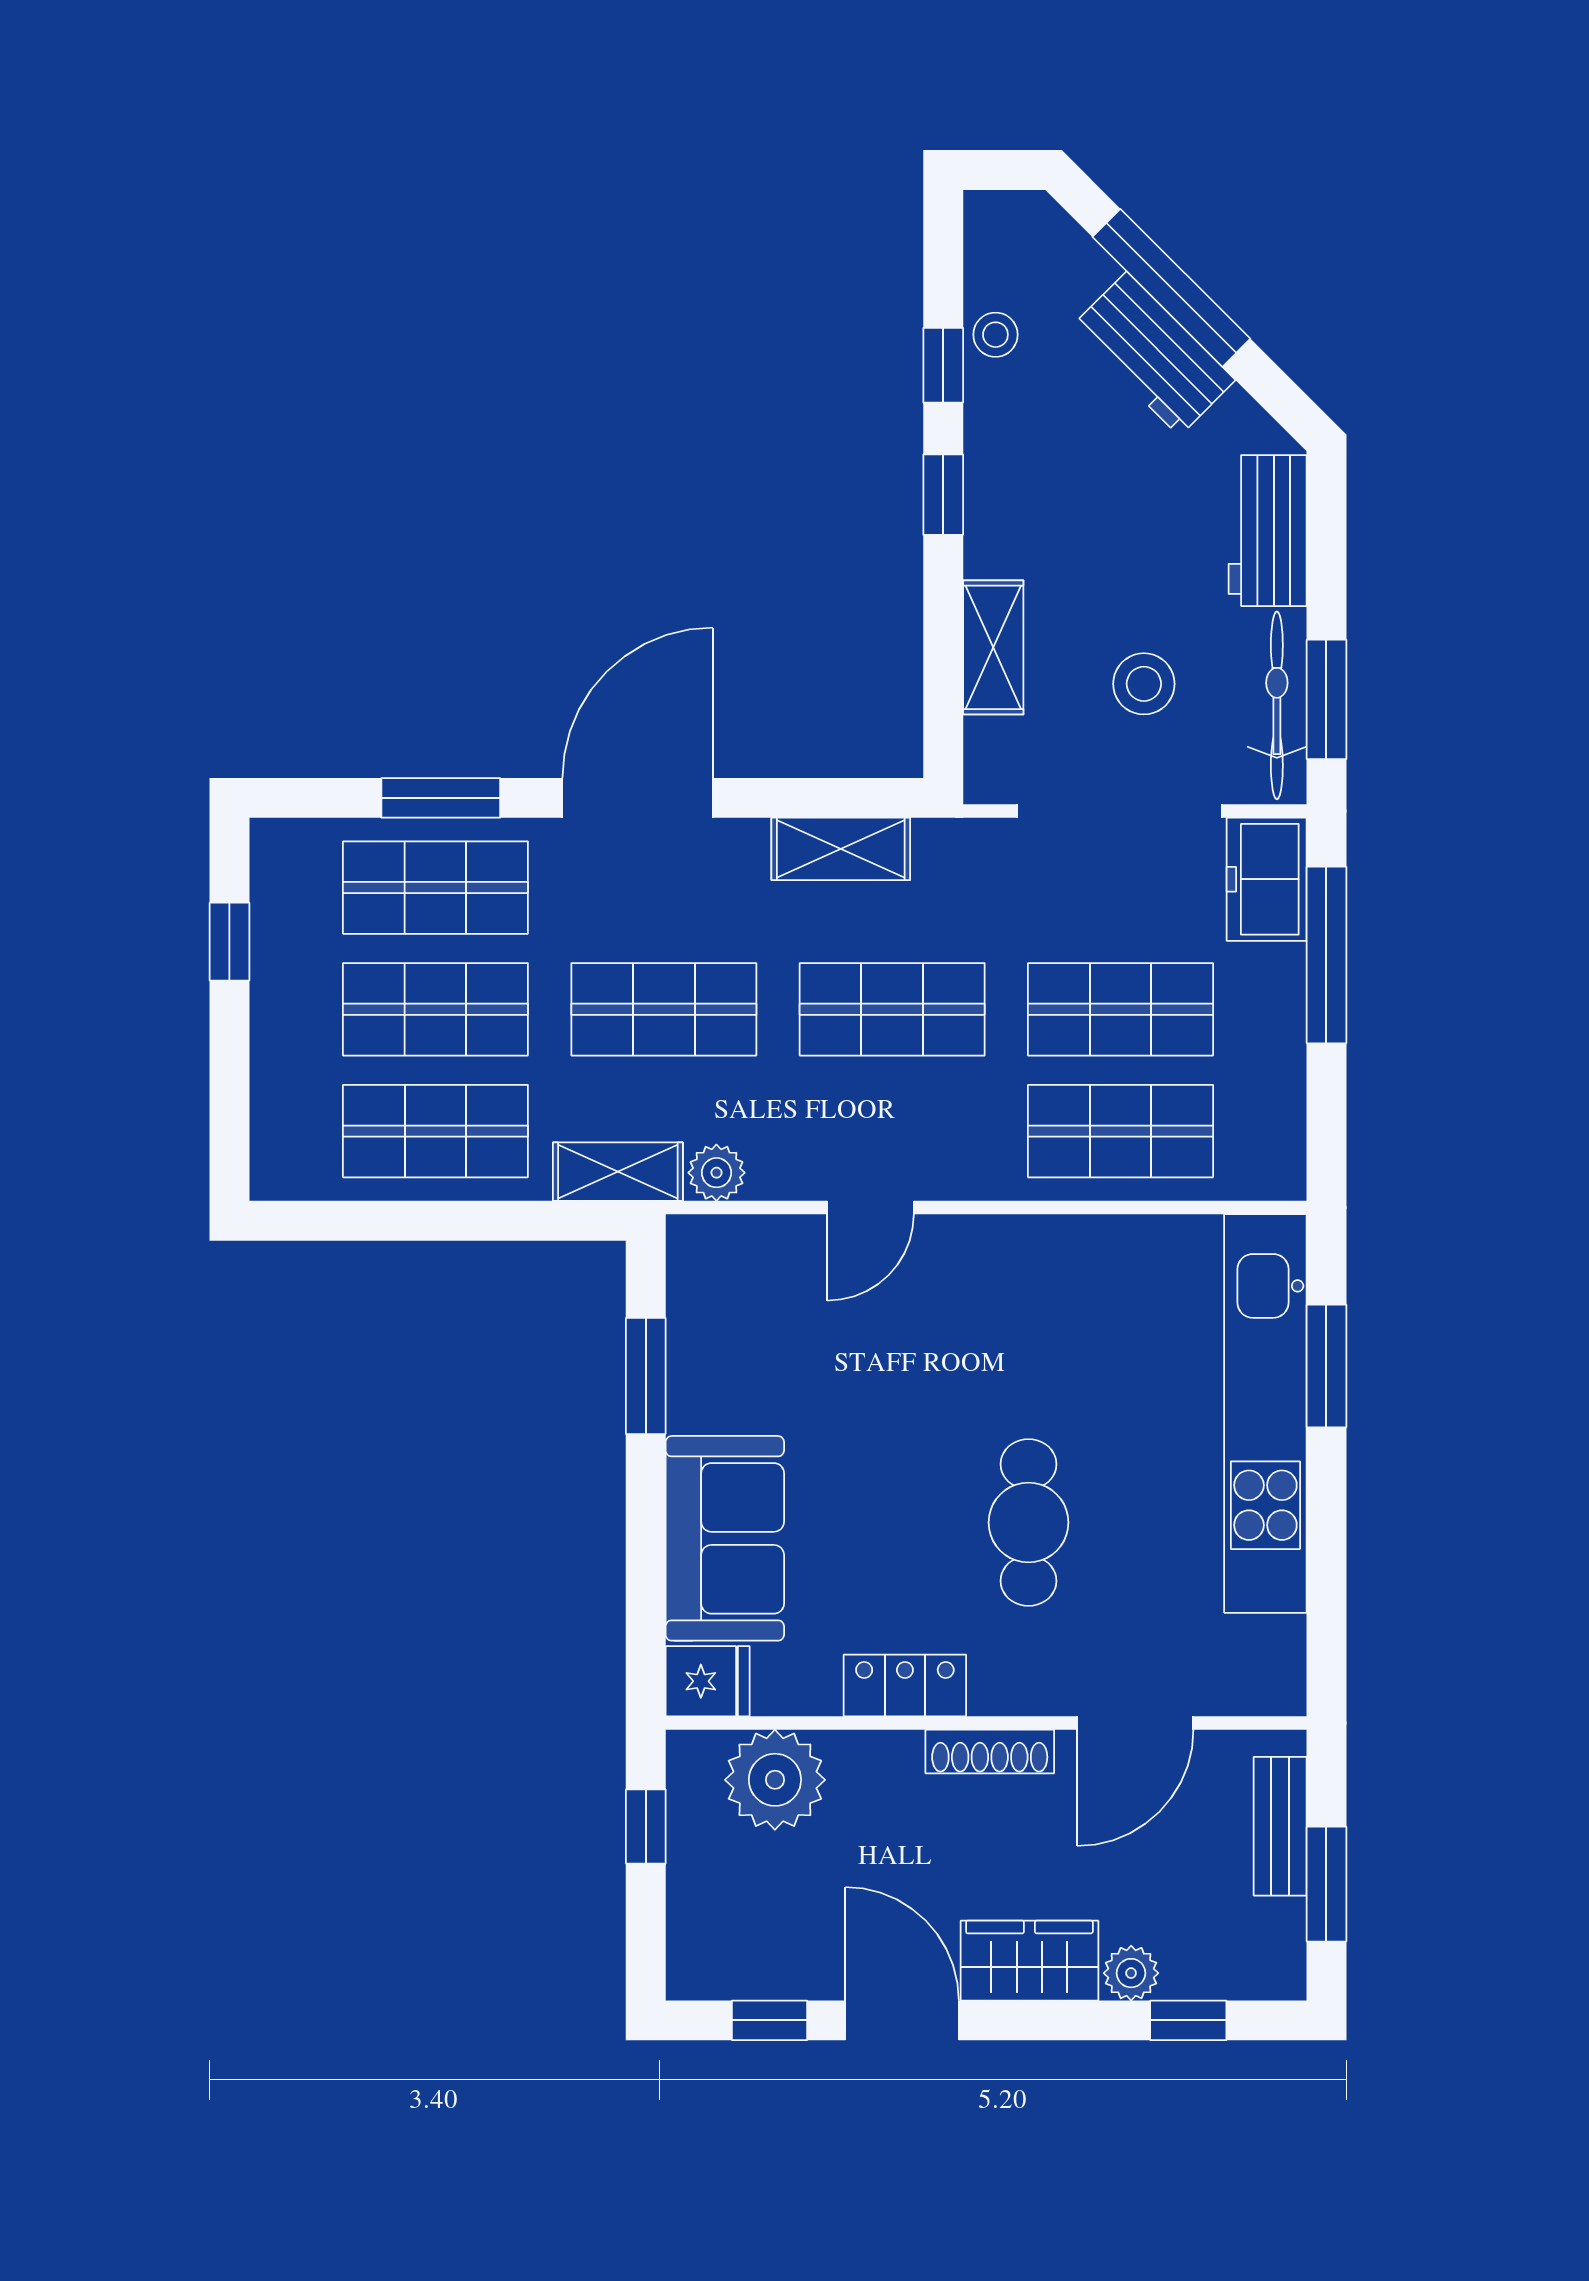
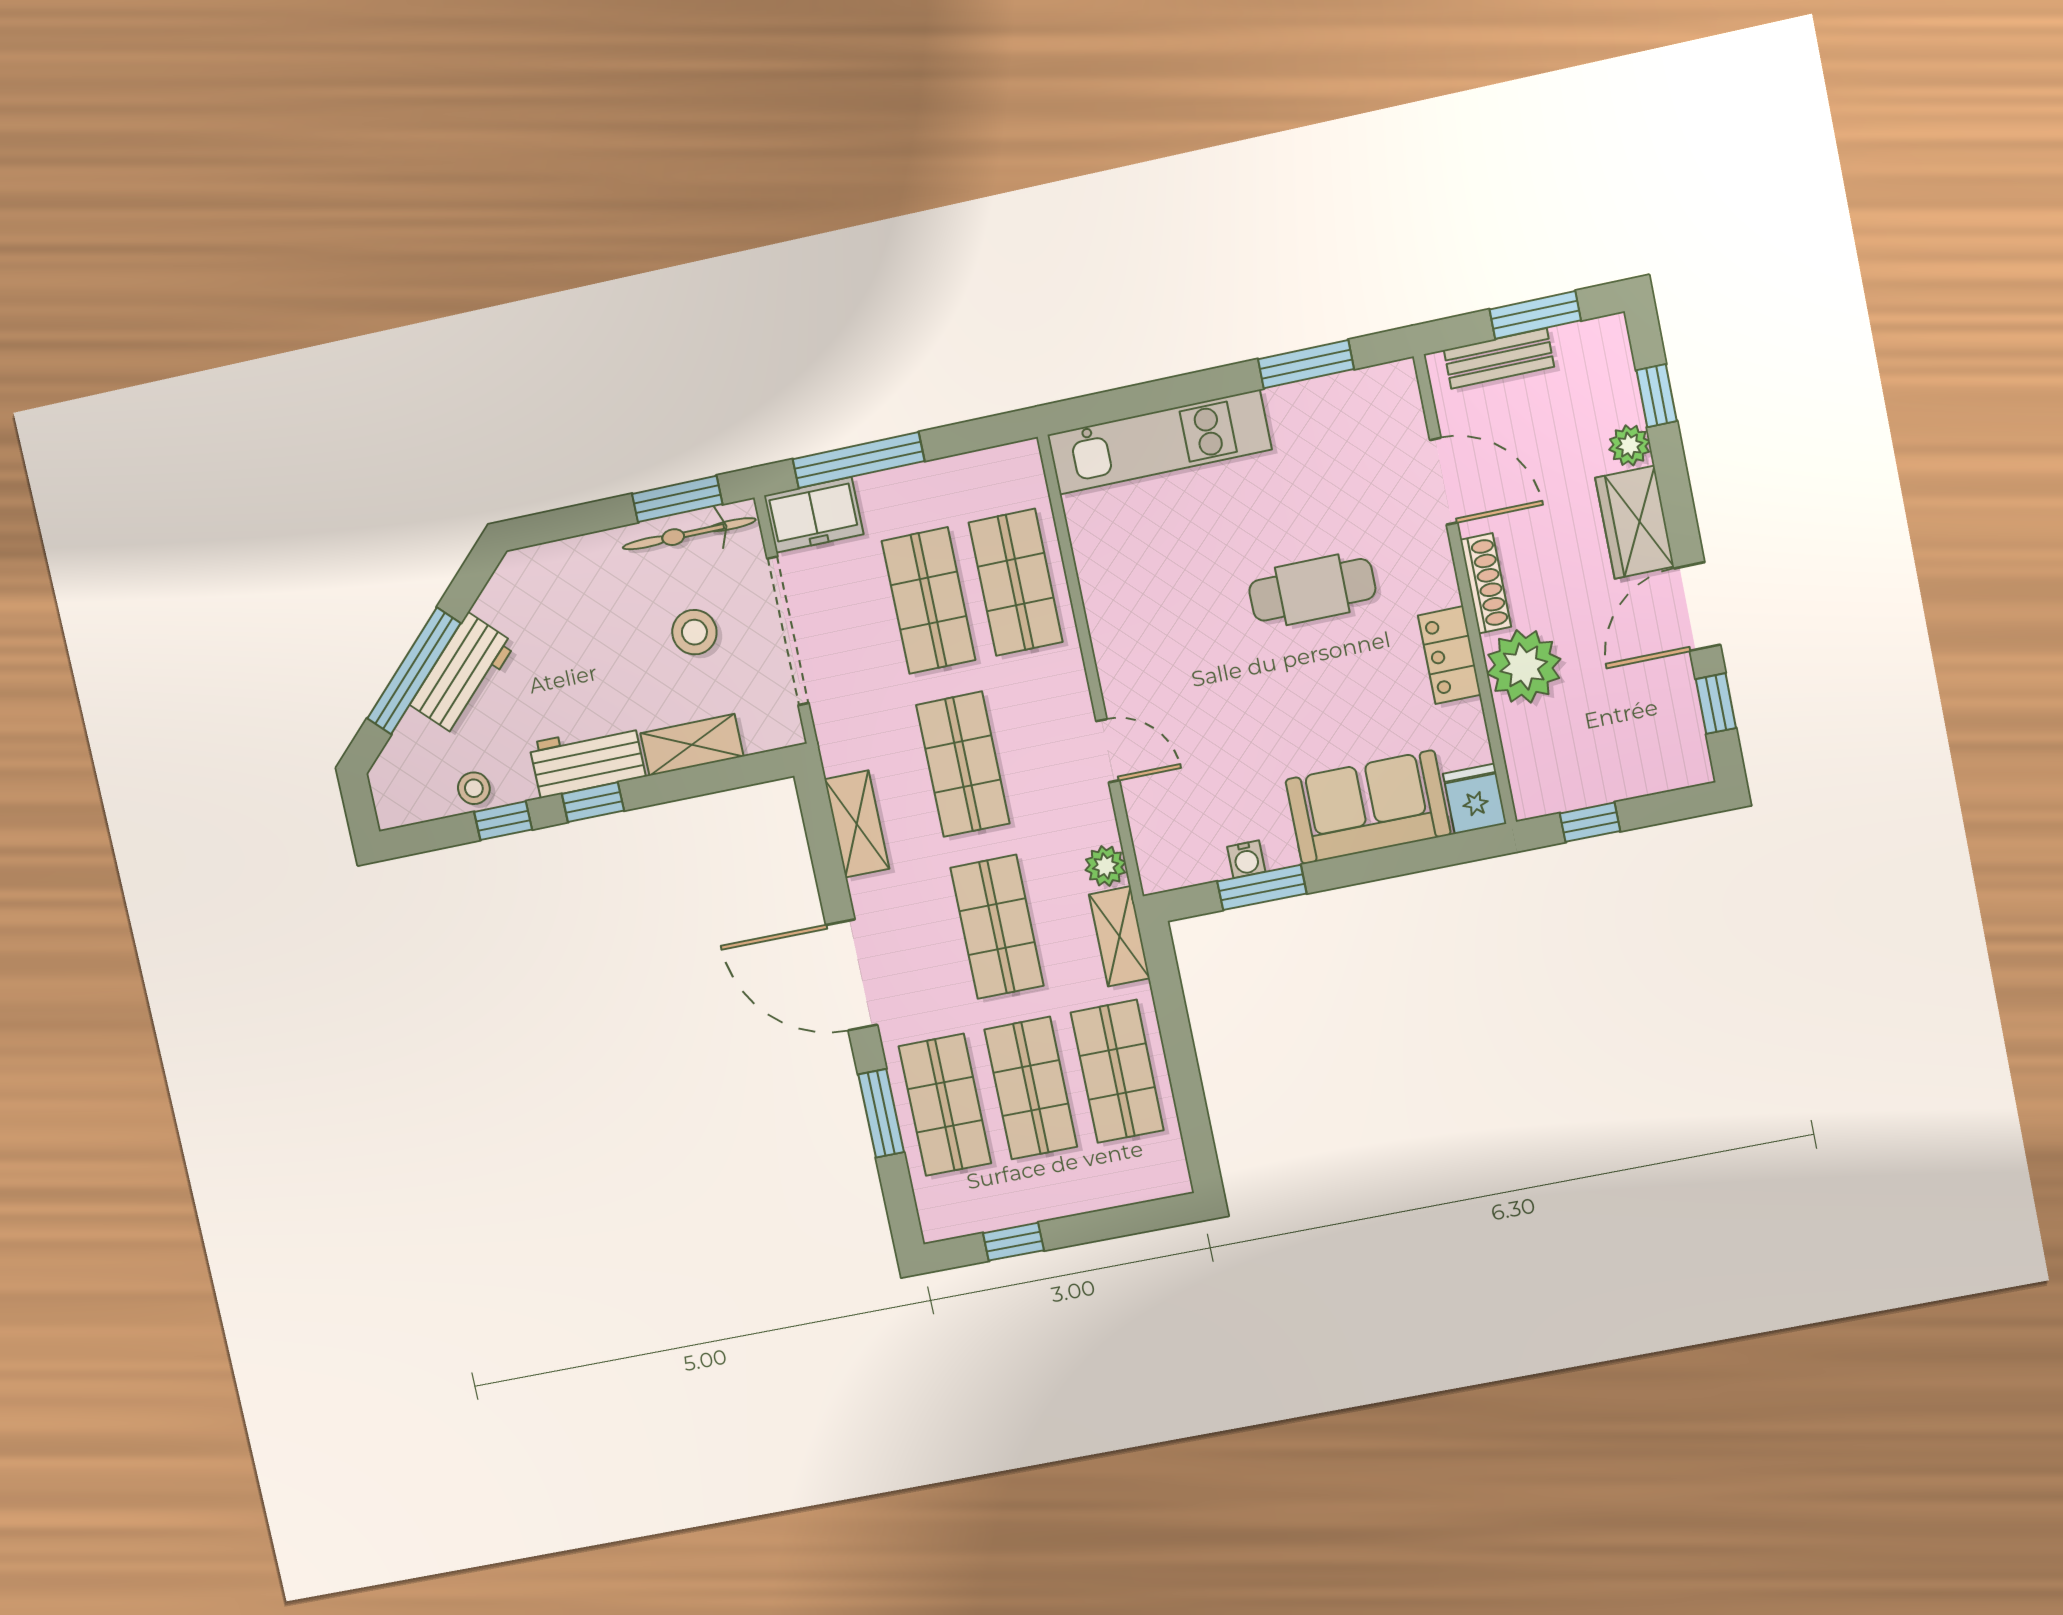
workbench: (1268, 531) -> (587, 760), moved, turned 180
water cooler: (688, 1363) -> (1246, 859), added
window: (1326, 1366) -> (1306, 364), moved
kitchen unit: (1265, 1413) -> (1159, 442), width x0.73
plant: (775, 1780) -> (1524, 666), moved

